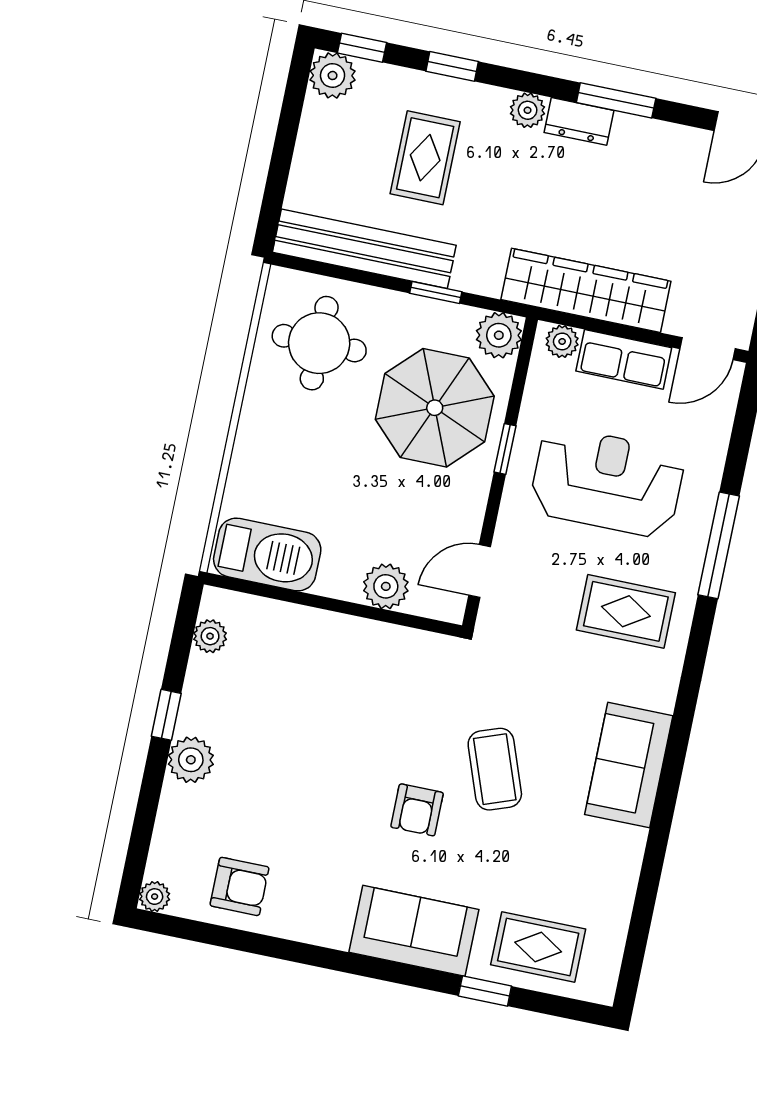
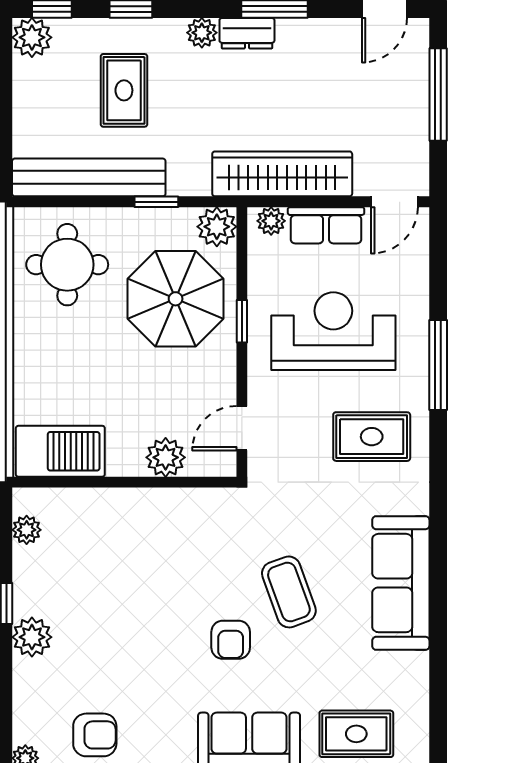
sofa: (629, 765) -> (401, 583), width x1.36

